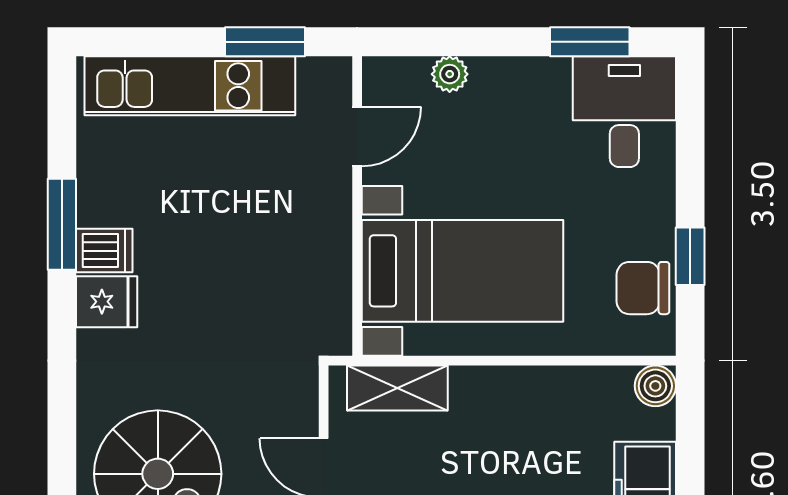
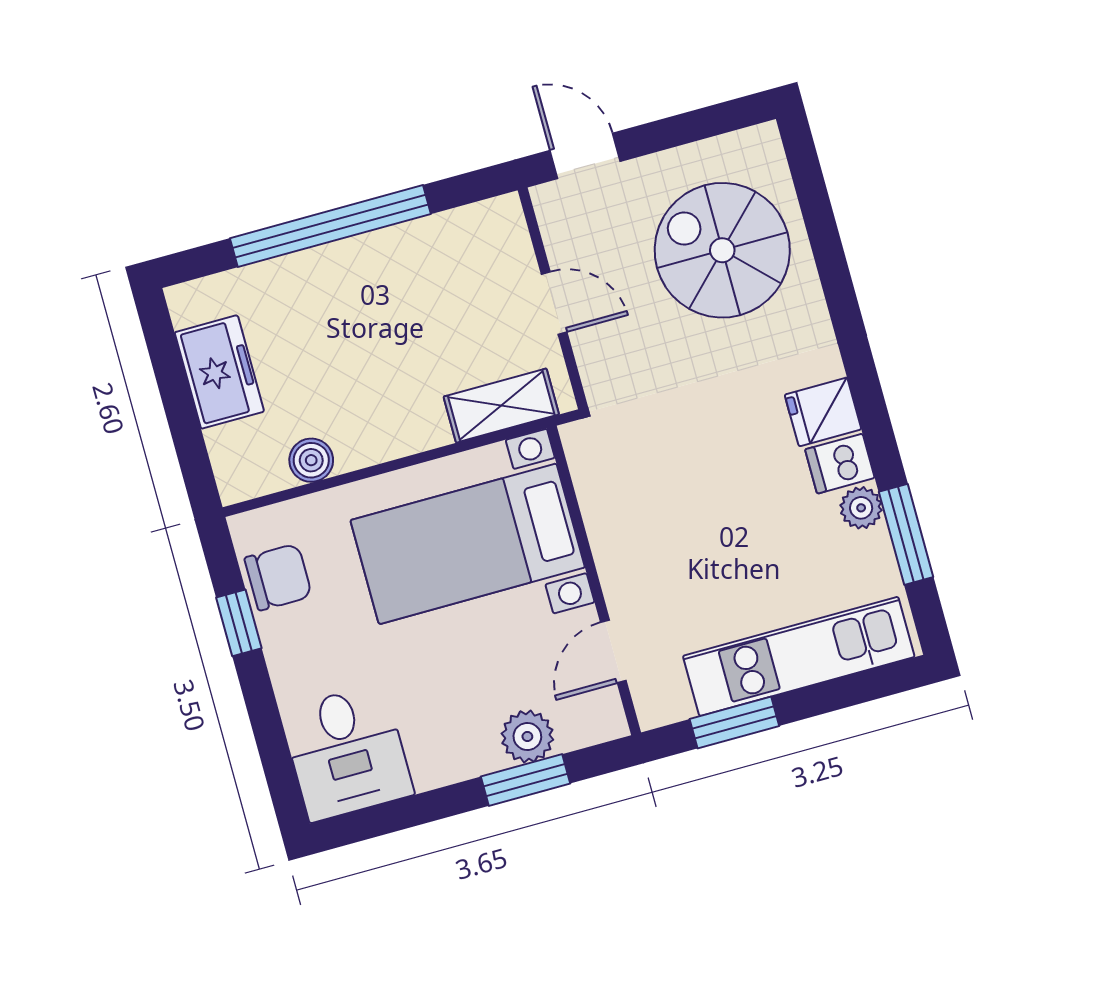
window: (590, 42) -> (525, 780), moved
plant: (450, 74) -> (527, 737), width x1.38, depth x1.38
plant: (96, 205) -> (861, 508), added
window: (62, 224) -> (906, 534), moved
boiler: (655, 386) -> (311, 460), moved

